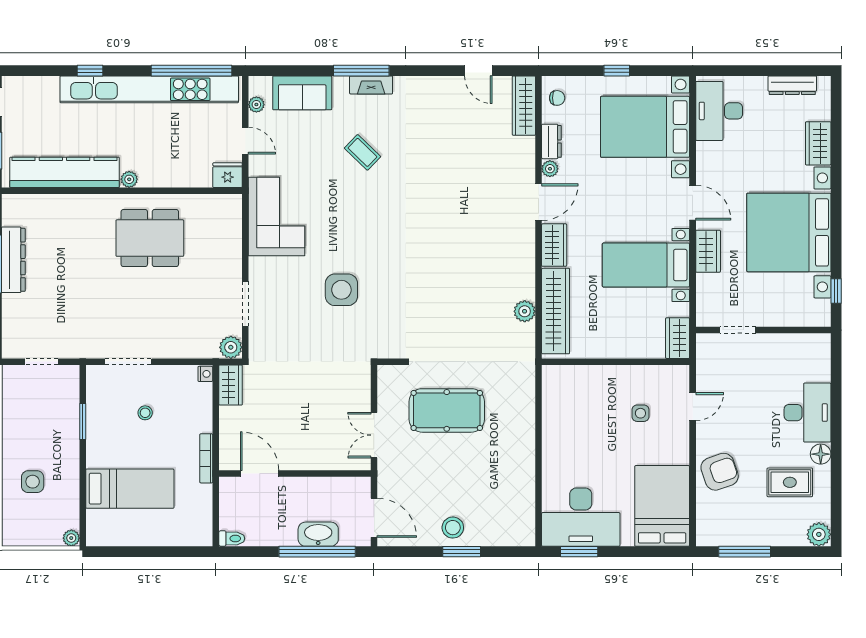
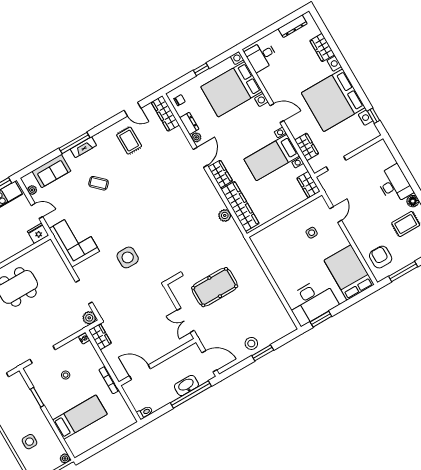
desk: (719, 111) -> (261, 56), width x0.73
rug: (446, 115) -> (129, 141), added
wardrobe: (708, 251) -> (307, 147), moved
armchair: (720, 472) -> (381, 257), moved, turned -71

